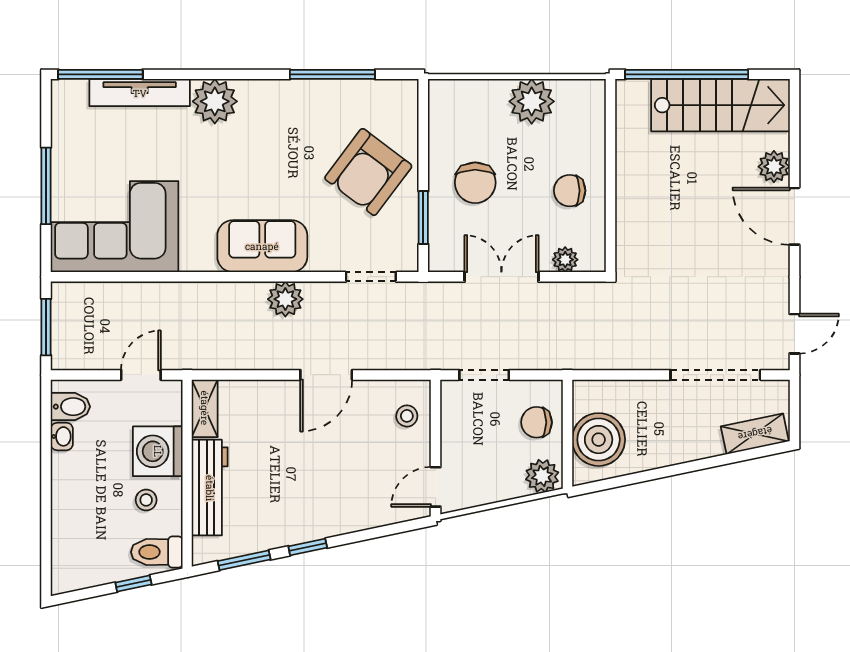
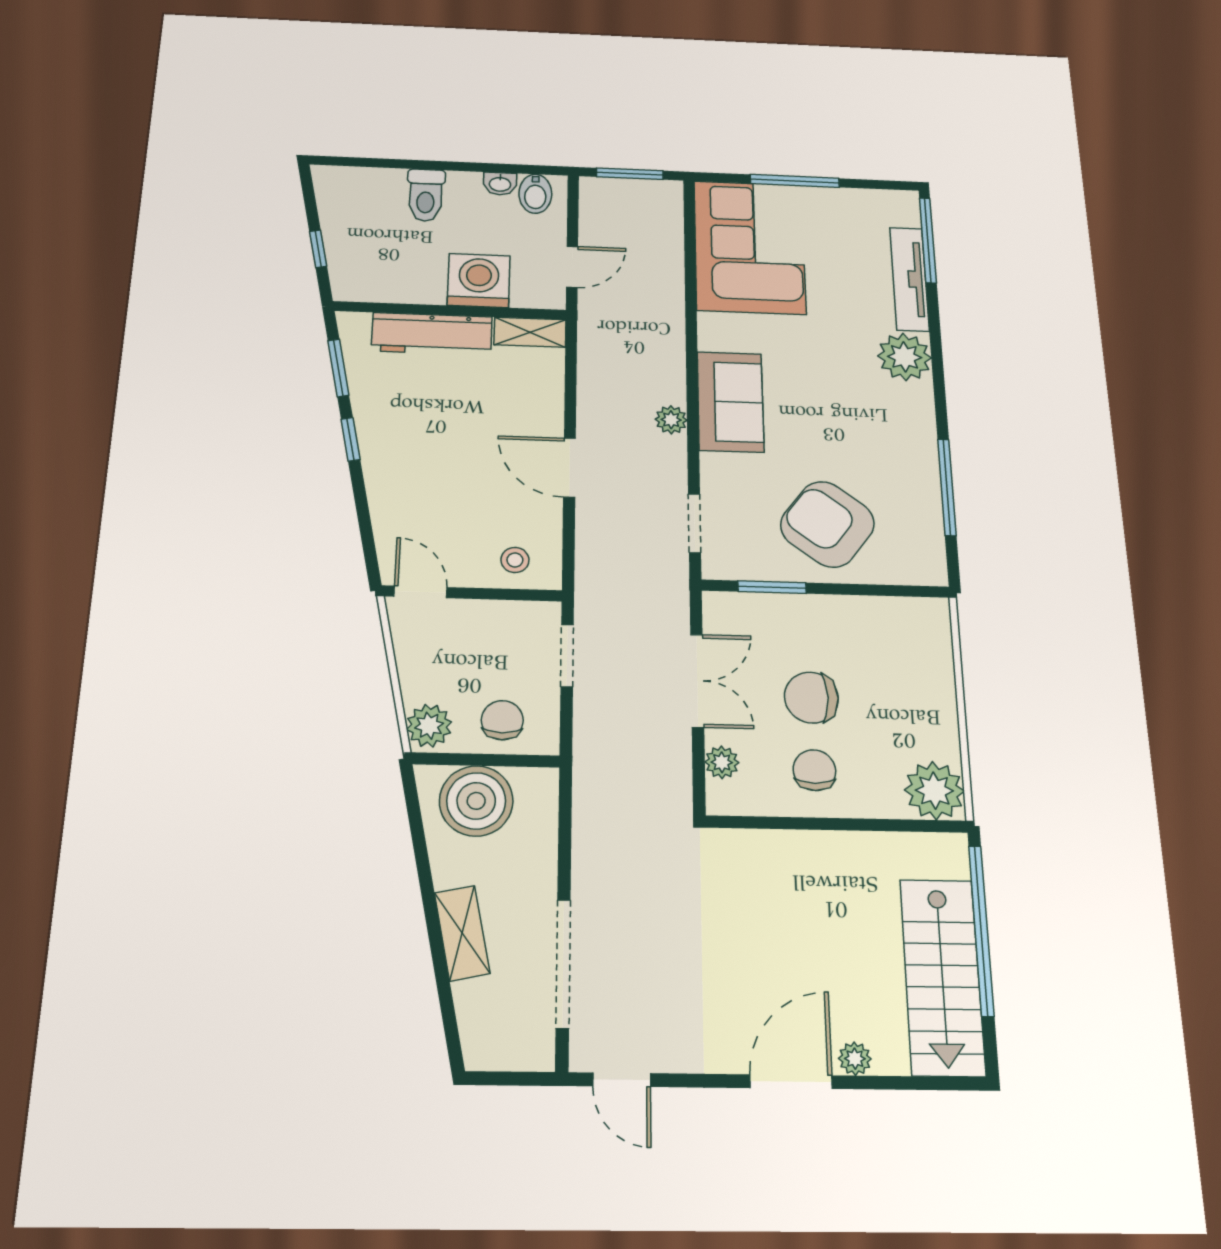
plant: (532, 101) -> (934, 791), moved
plant: (774, 167) -> (855, 1059), width x0.73, depth x0.73
chair: (475, 183) -> (811, 698), moved
plant: (285, 299) -> (671, 420), width x0.73, depth x0.73
door: (141, 375) -> (572, 267), hinge flipped
shelving: (755, 434) -> (462, 933), moved
stool: (146, 500) -> (420, 266), removed
toilet: (157, 552) -> (426, 195), moved, turned 180

